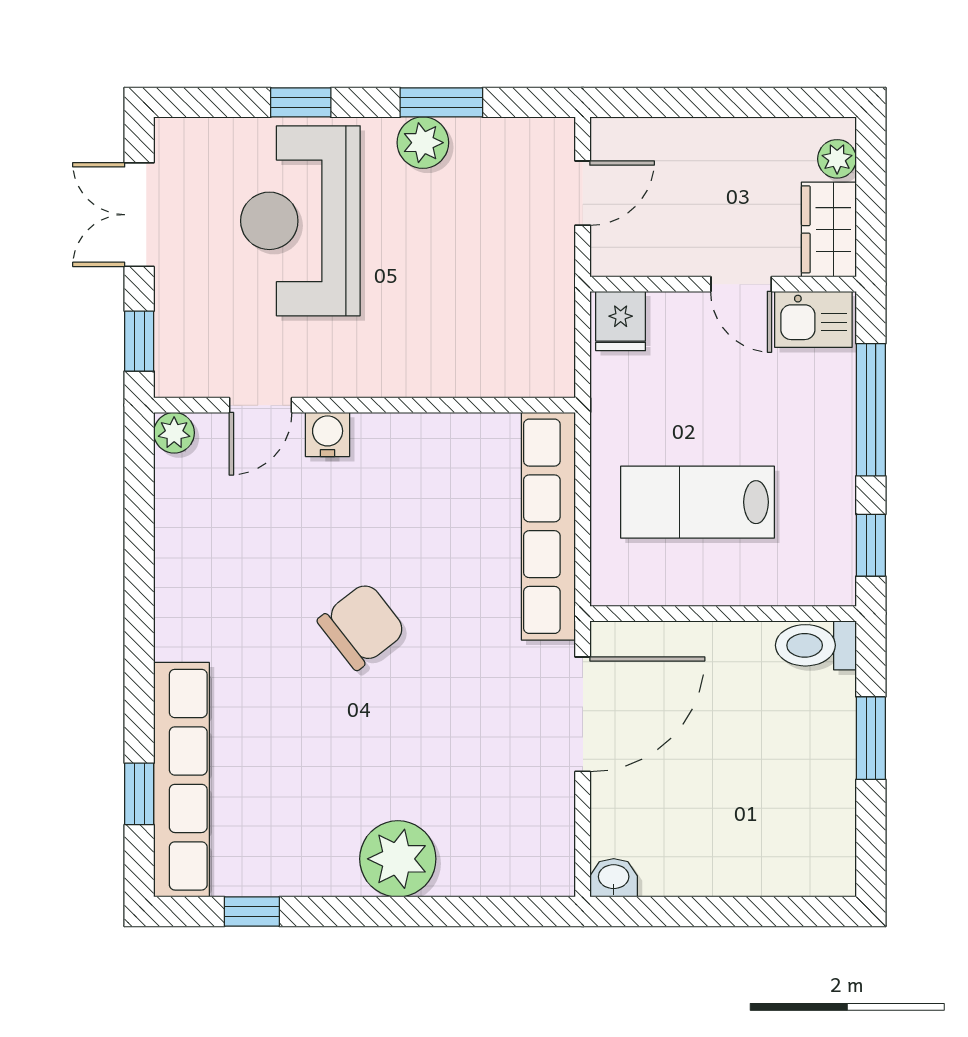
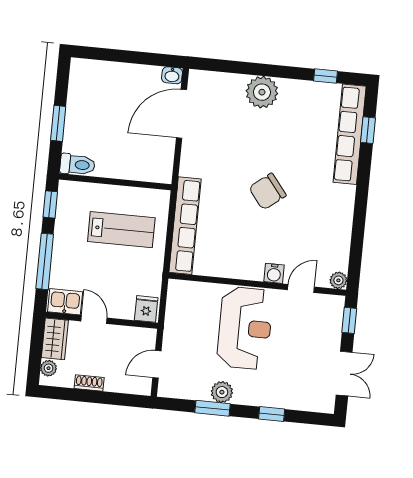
shoe rack: (738, 133) -> (89, 383), added
reception desk: (300, 221) -> (245, 328), moved
door: (583, 714) -> (181, 114), moved

